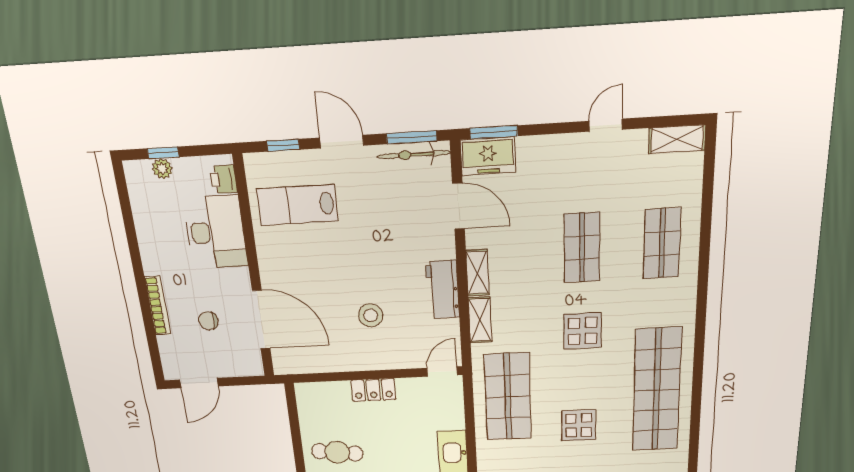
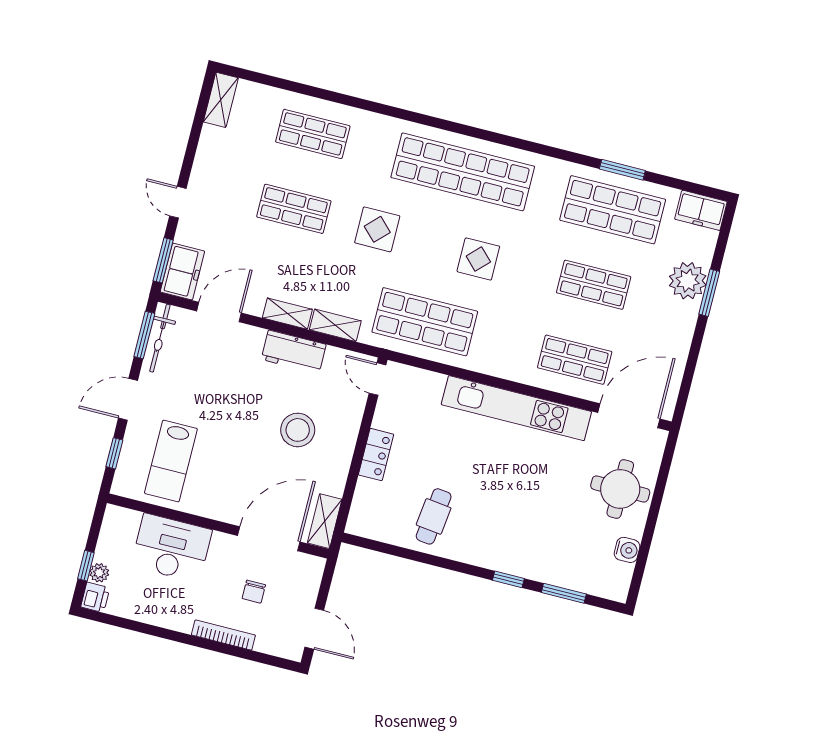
door: (606, 125) -> (178, 202), moved
printer: (224, 179) -> (95, 597), moved, turned -90
stool: (371, 315) -> (298, 430), width x1.38, depth x1.38
shelving: (297, 364) -> (325, 521), added

